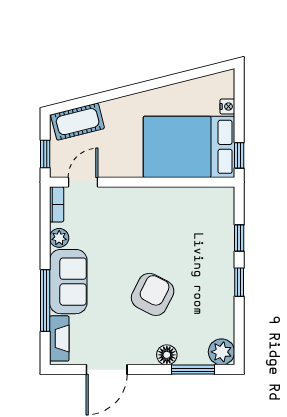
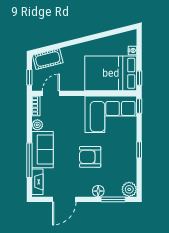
corner sofa: (189, 219) -> (111, 114), added
window: (239, 238) -> (139, 106), moved
armchair: (153, 294) -> (90, 157), turned -117

